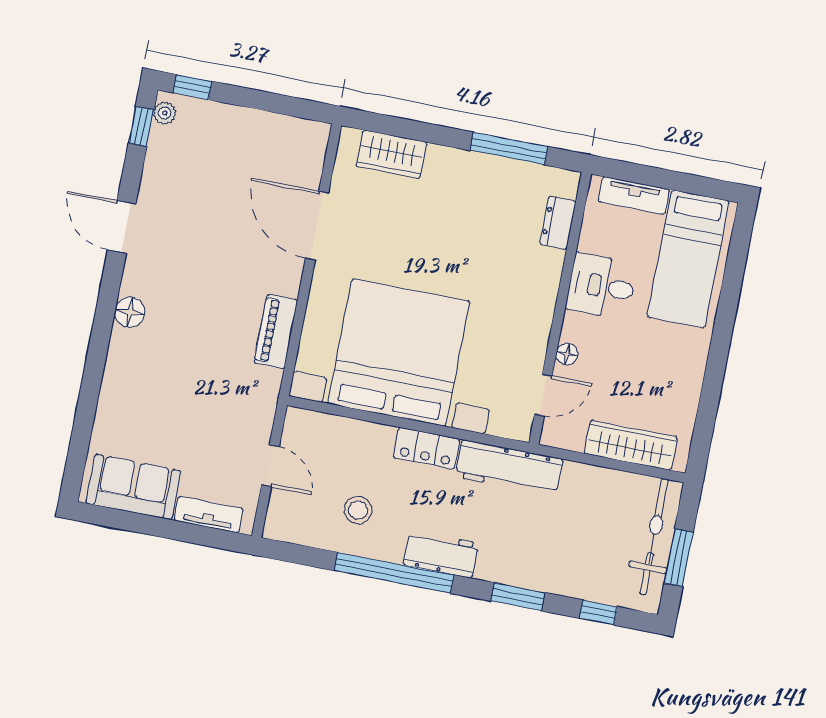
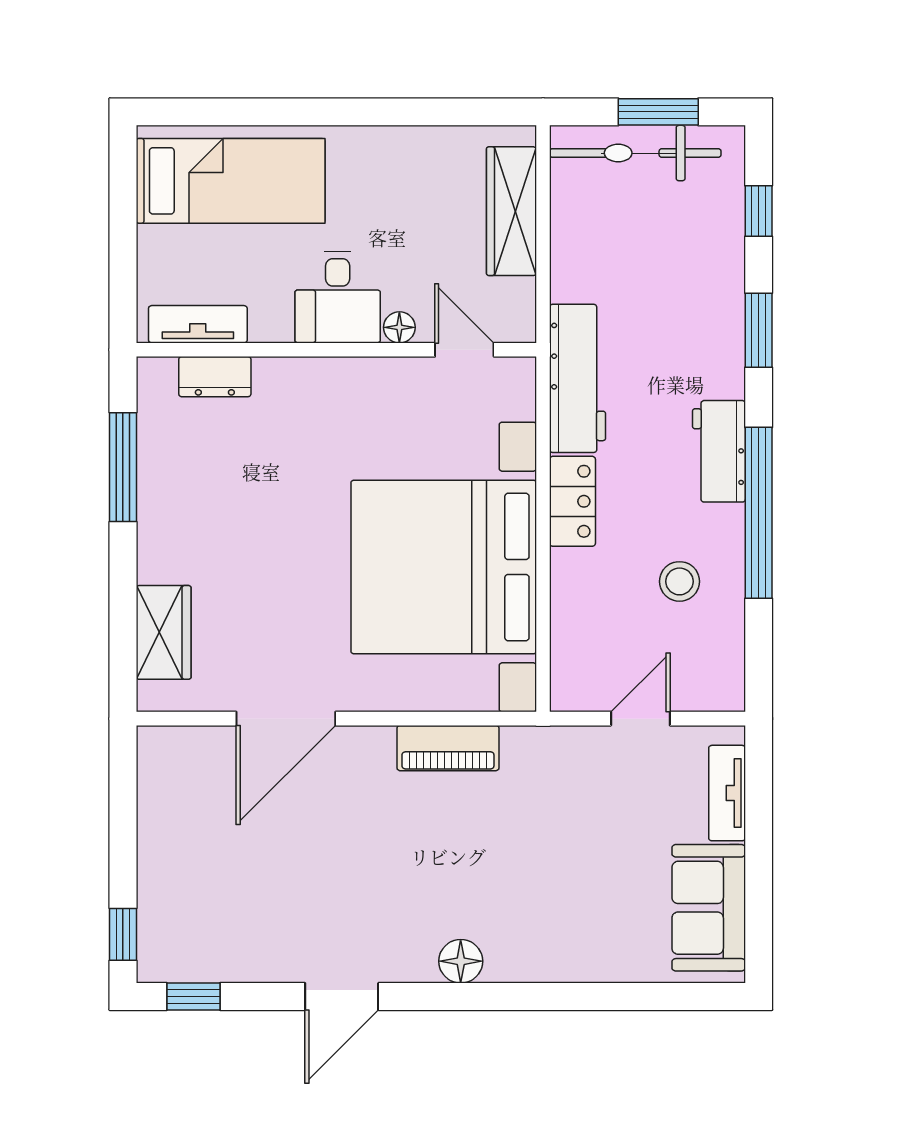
plant: (165, 113) -> (168, 967), removed
tv unit: (634, 195) -> (198, 324), moved, turned -90
desk: (601, 286) -> (338, 297), moved

